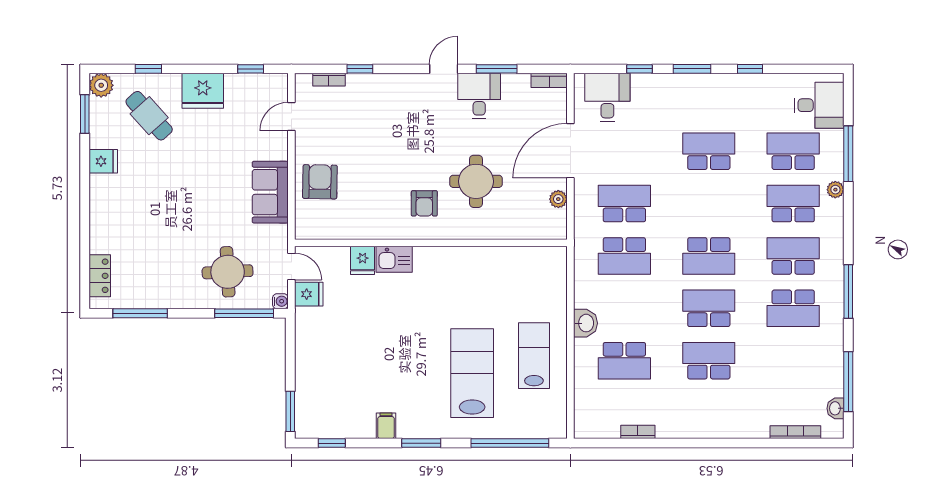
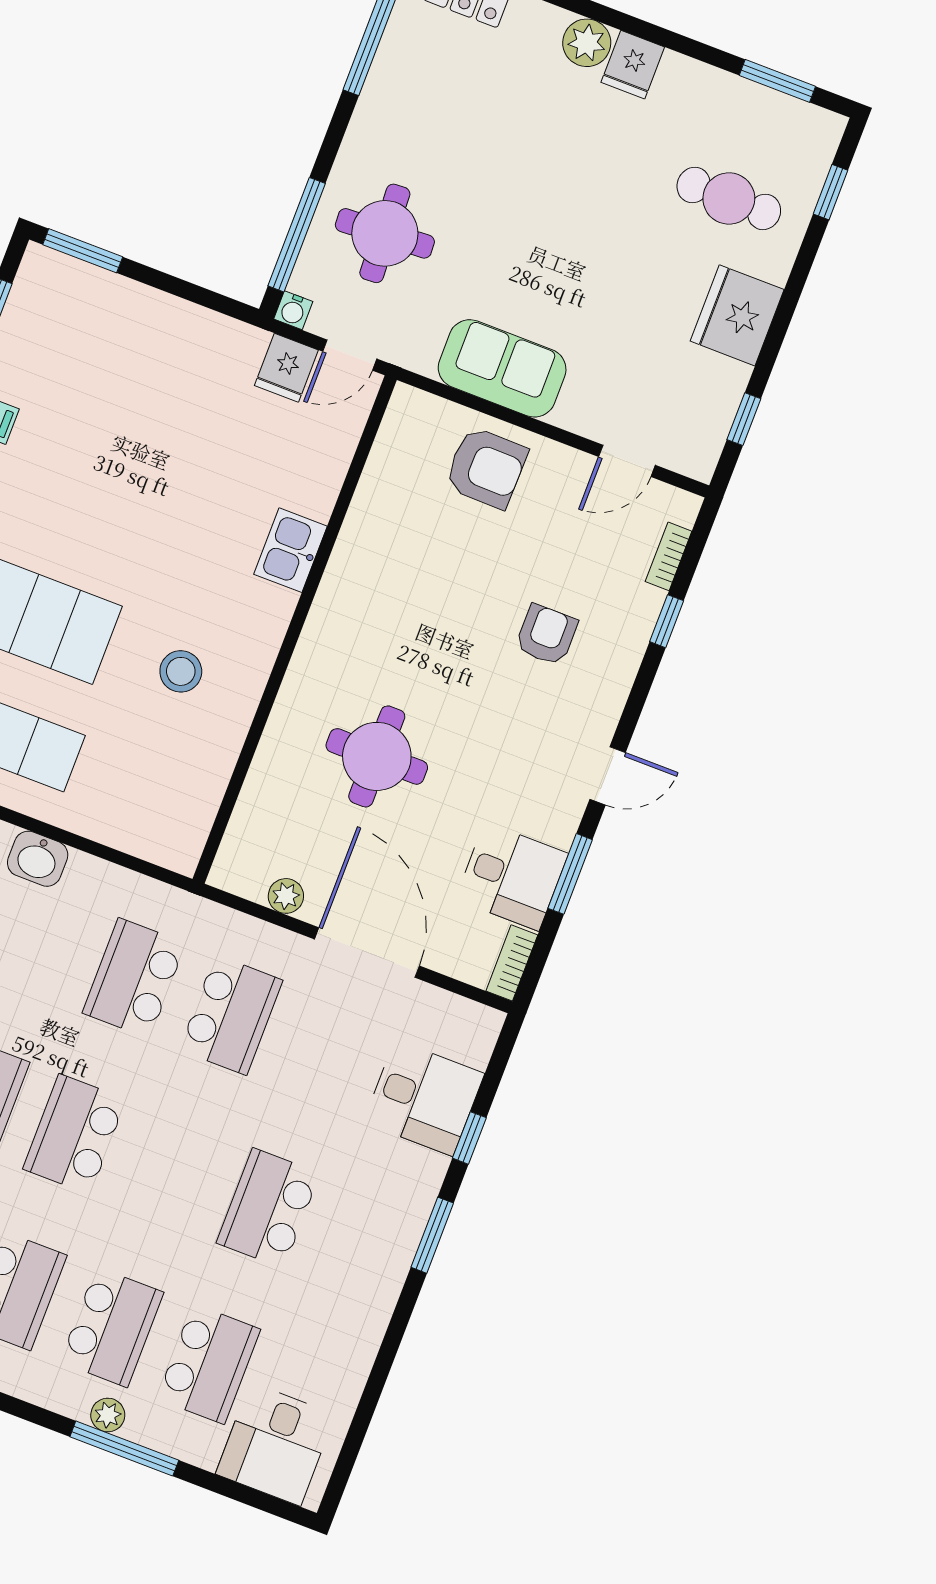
window: (148, 69) -> (831, 192), moved
door: (444, 69) -> (608, 776), hinge flipped
window: (750, 69) -> (391, 1343), removed
plant: (101, 85) -> (587, 43), moved
desk: (479, 96) -> (512, 876), moved
desk: (607, 98) -> (424, 1098), moved
cafe table: (149, 116) -> (729, 198), turned 42
door: (291, 117) -> (627, 461), swing flipped
school desk: (709, 151) -> (268, 1208), turned 180
window: (848, 154) -> (124, 1449), moved
fridge: (103, 161) -> (633, 65), moved
armchair: (424, 203) -> (546, 635), moved, turned 90
fridge: (363, 260) -> (311, 491), removed
stool: (471, 289) -> (181, 671), added

